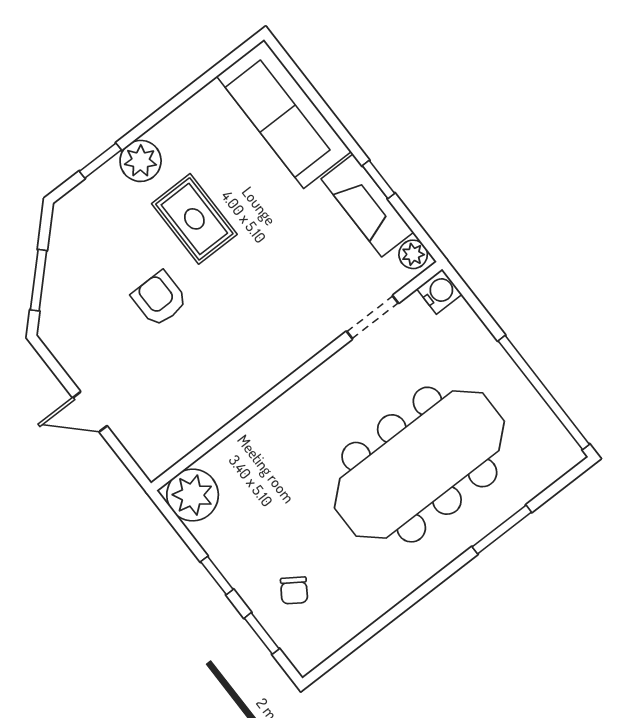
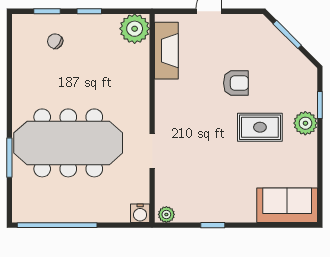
sofa: (284, 114) -> (287, 205), width x0.73
fireplace: (367, 205) -> (166, 51), moved, turned 90
doorway: (373, 317) -> (152, 151), moved
meeting table: (419, 465) -> (68, 143), turned 90

